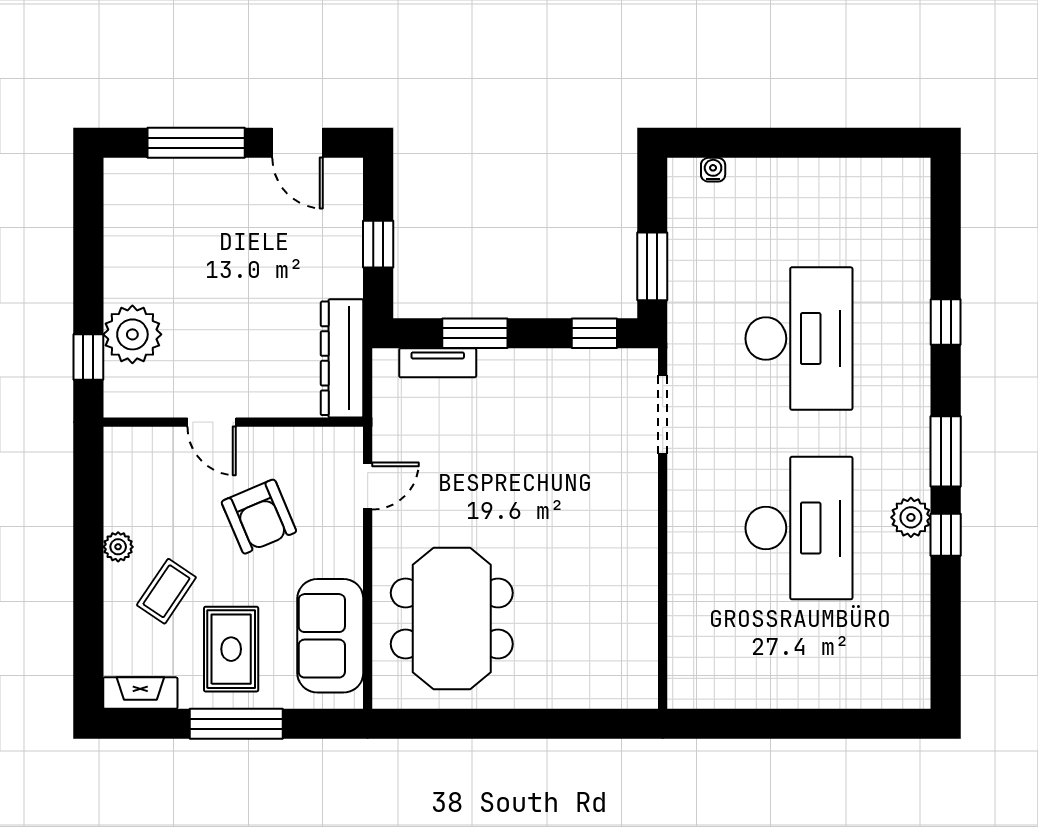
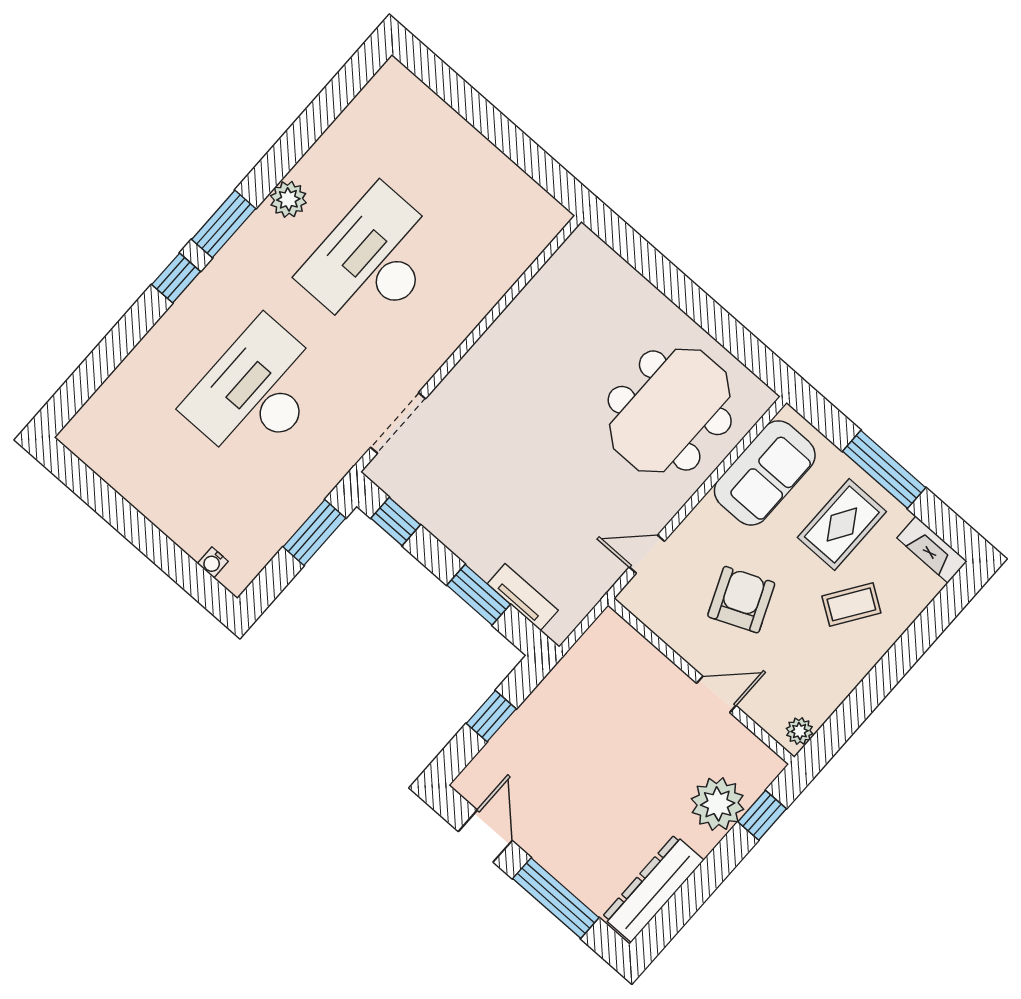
window: (946, 322) -> (176, 278), moved
dresser: (342, 358) -> (653, 888), moved, turned 180
door: (212, 422) -> (716, 694), hinge flipped
window: (946, 535) -> (275, 166), removed
plant: (118, 547) -> (800, 731), moved

